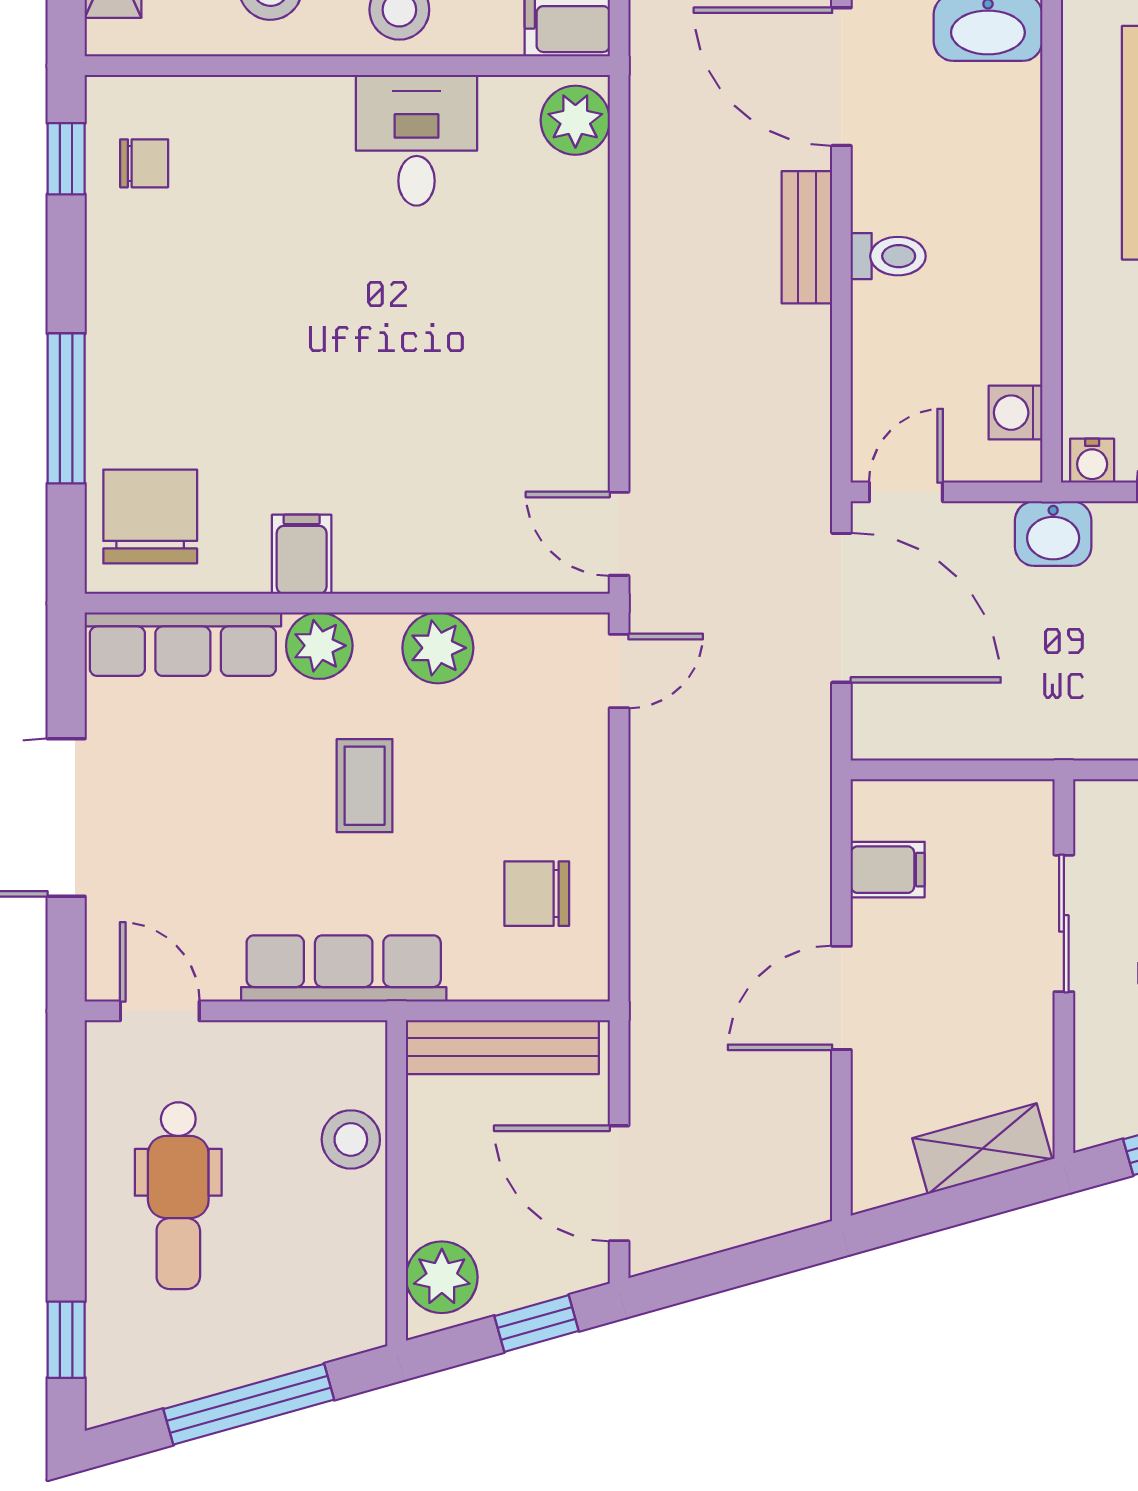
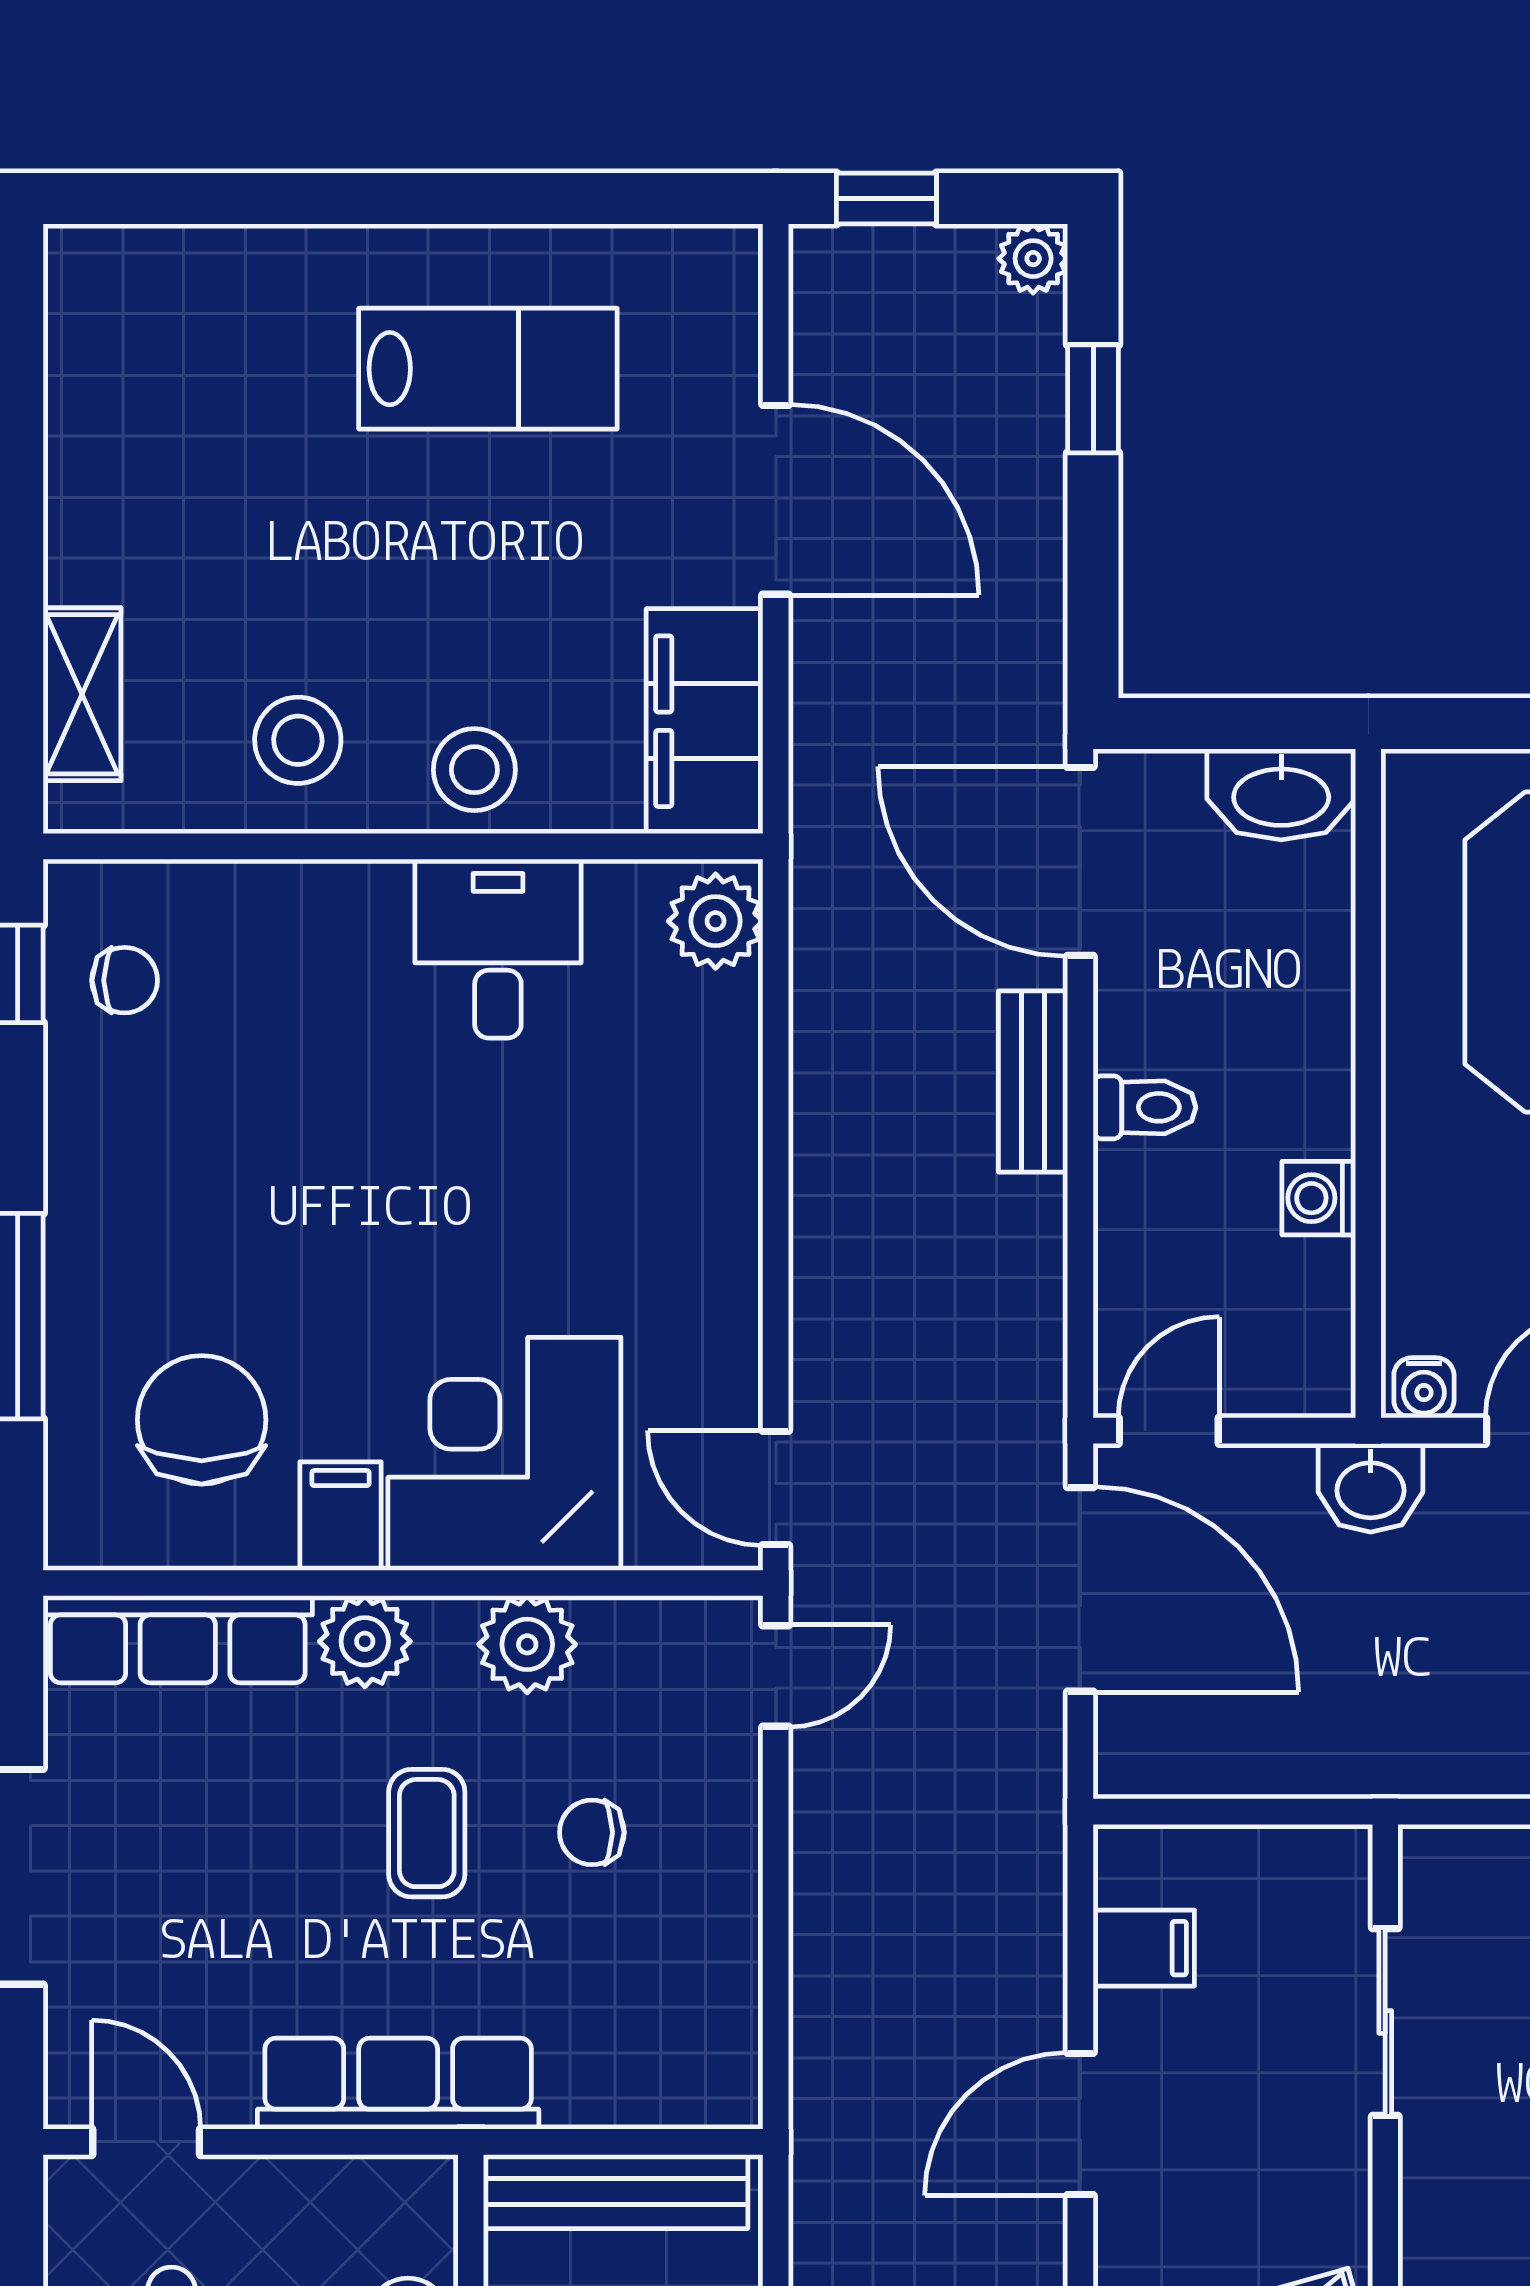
washing machine: (1015, 413) -> (1319, 1198), moved
corner desk: (421, 509) -> (504, 1454), added
chair: (150, 517) -> (202, 1420), moved
chair: (537, 894) -> (592, 1832), moved, width x0.73, depth x0.73

